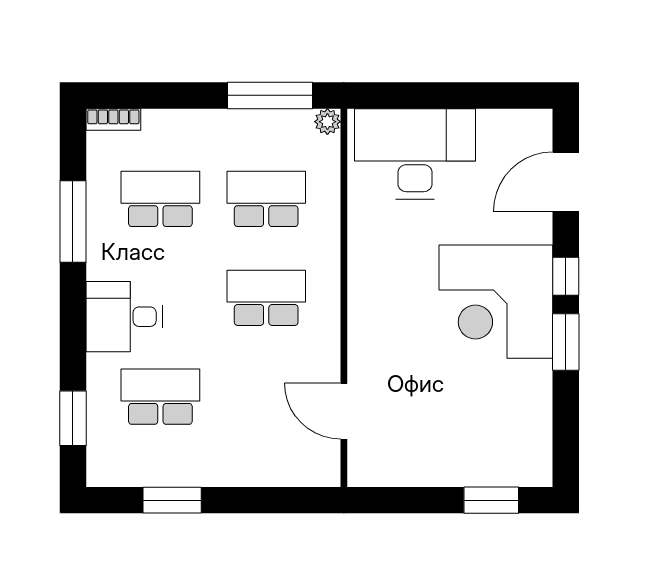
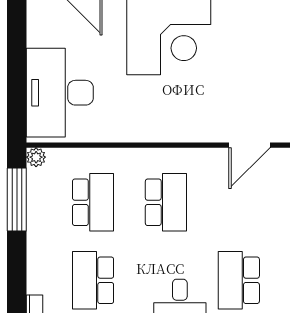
school desk: (266, 199) -> (93, 202), turned 180
school desk: (266, 298) -> (166, 202), turned 180

